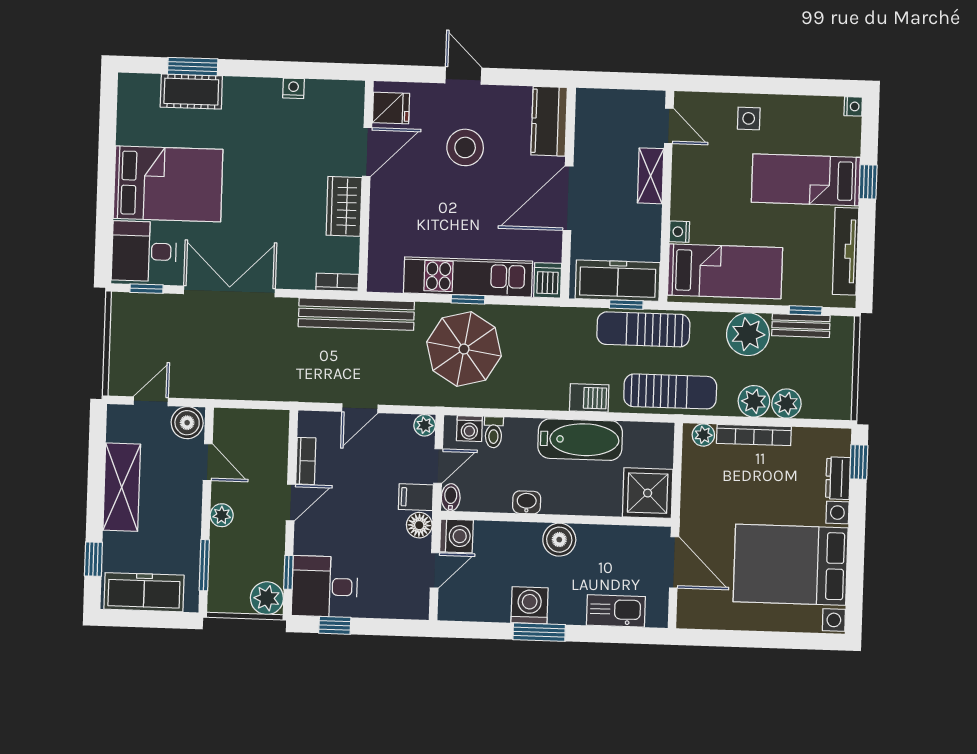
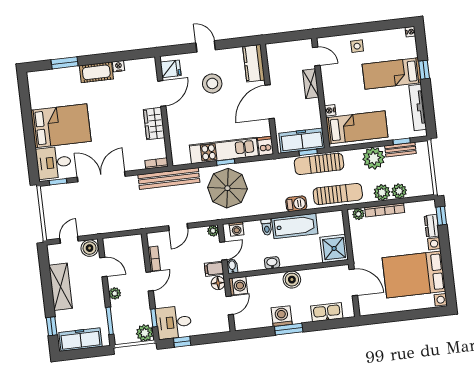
cot: (191, 92) -> (96, 72), moved
toilet: (494, 432) -> (267, 227), moved

